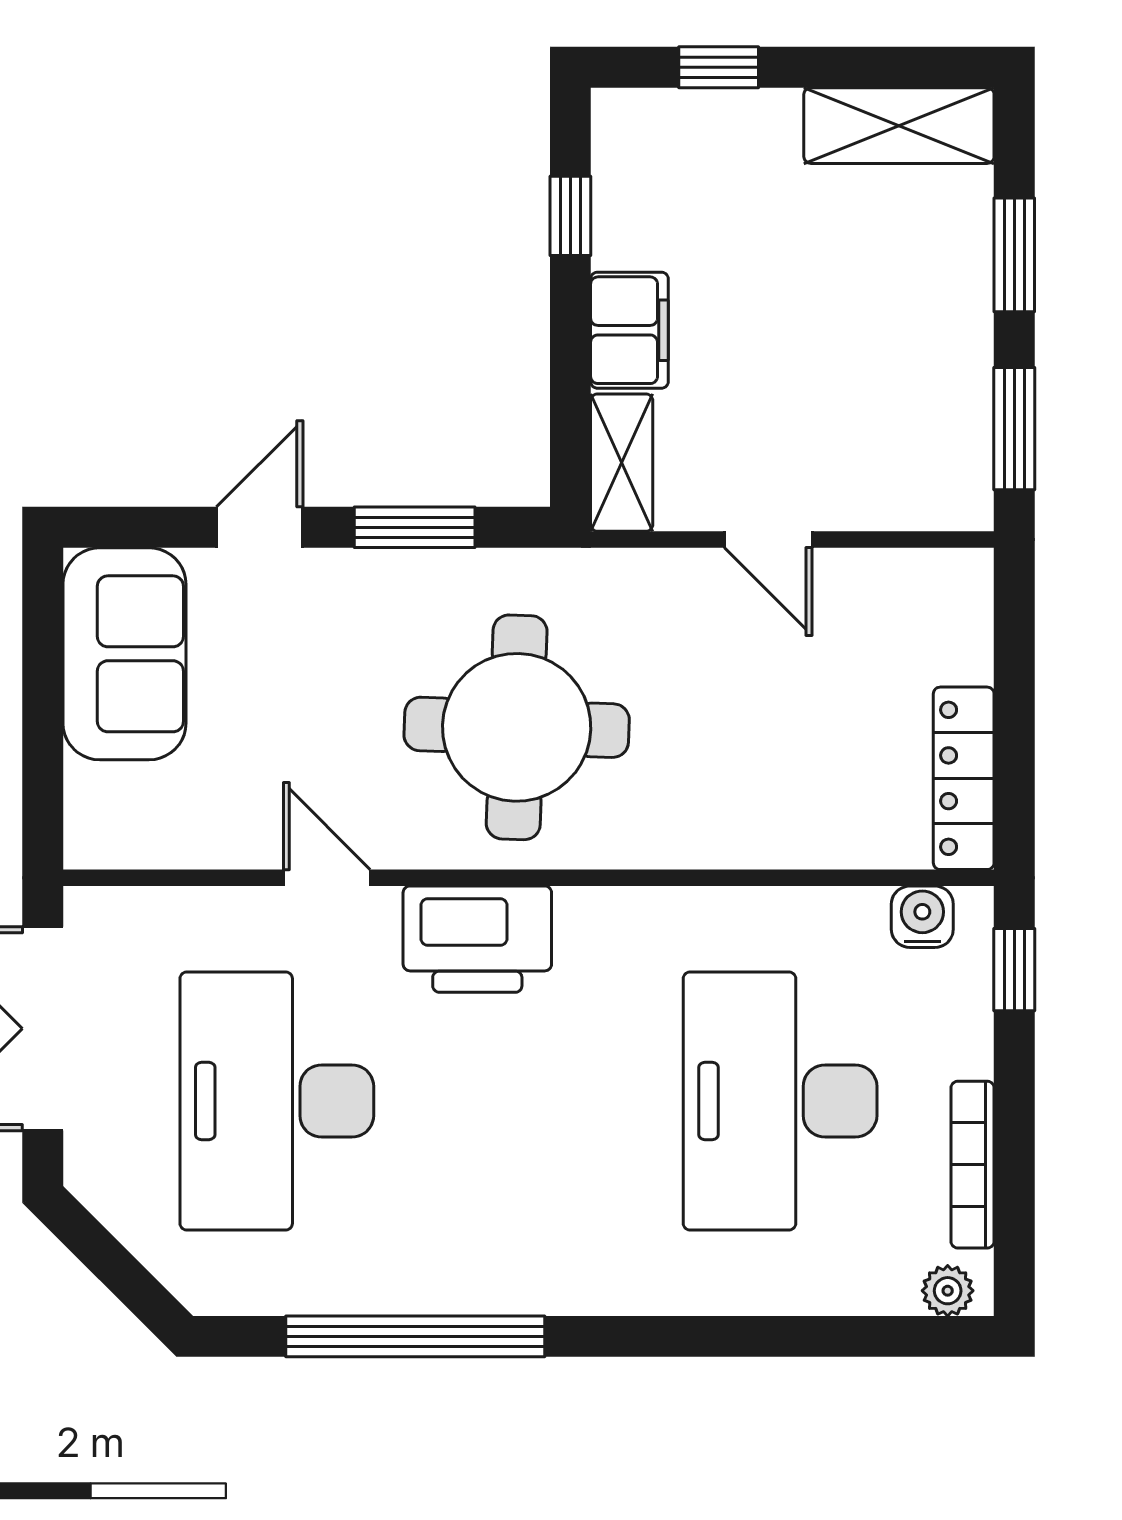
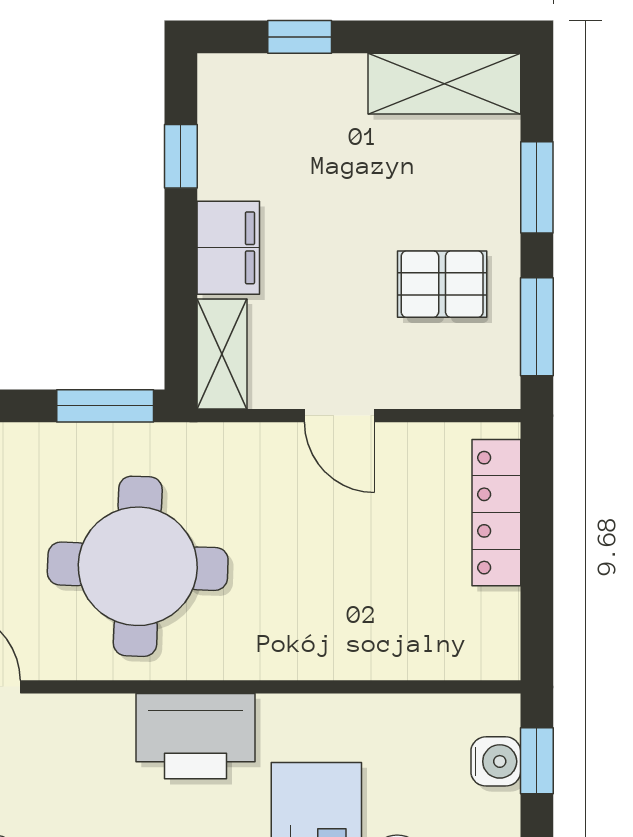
pallet: (896, 375) -> (442, 284), added
window: (415, 527) -> (105, 406), moved
locker: (964, 778) -> (496, 513), moved
water cooler: (922, 917) -> (496, 761), moved, turned 90
printer: (477, 939) -> (196, 736), moved

